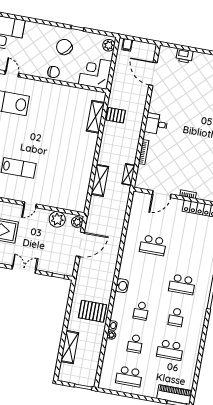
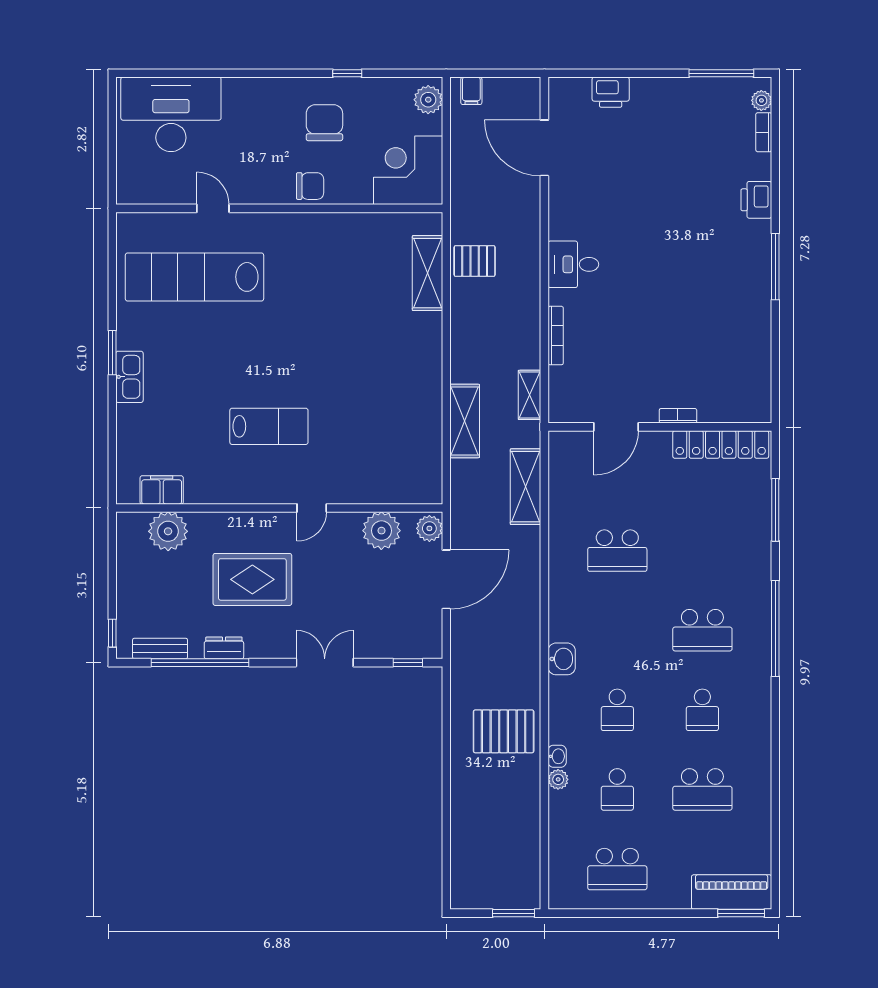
chair: (64, 47) -> (324, 123), turned 47
shelving: (70, 347) -> (526, 487), moved

